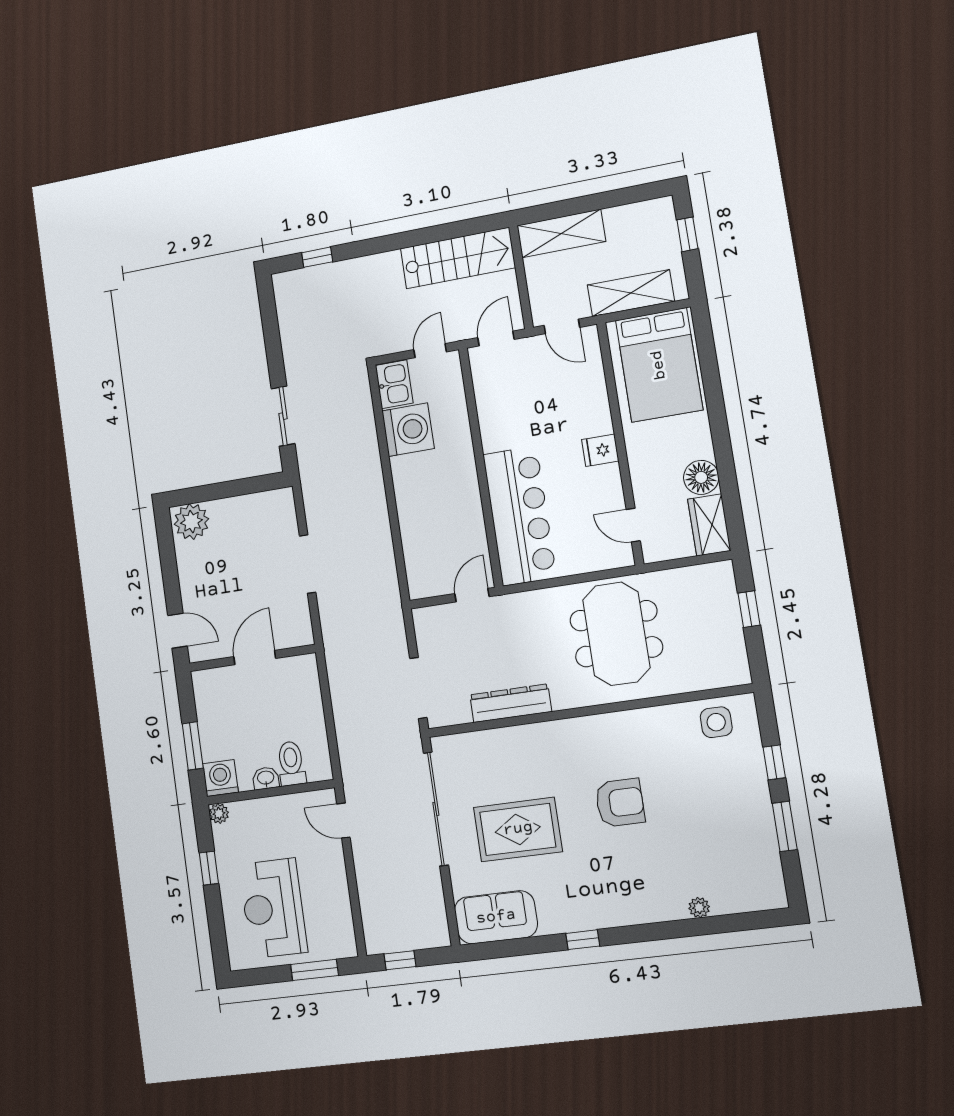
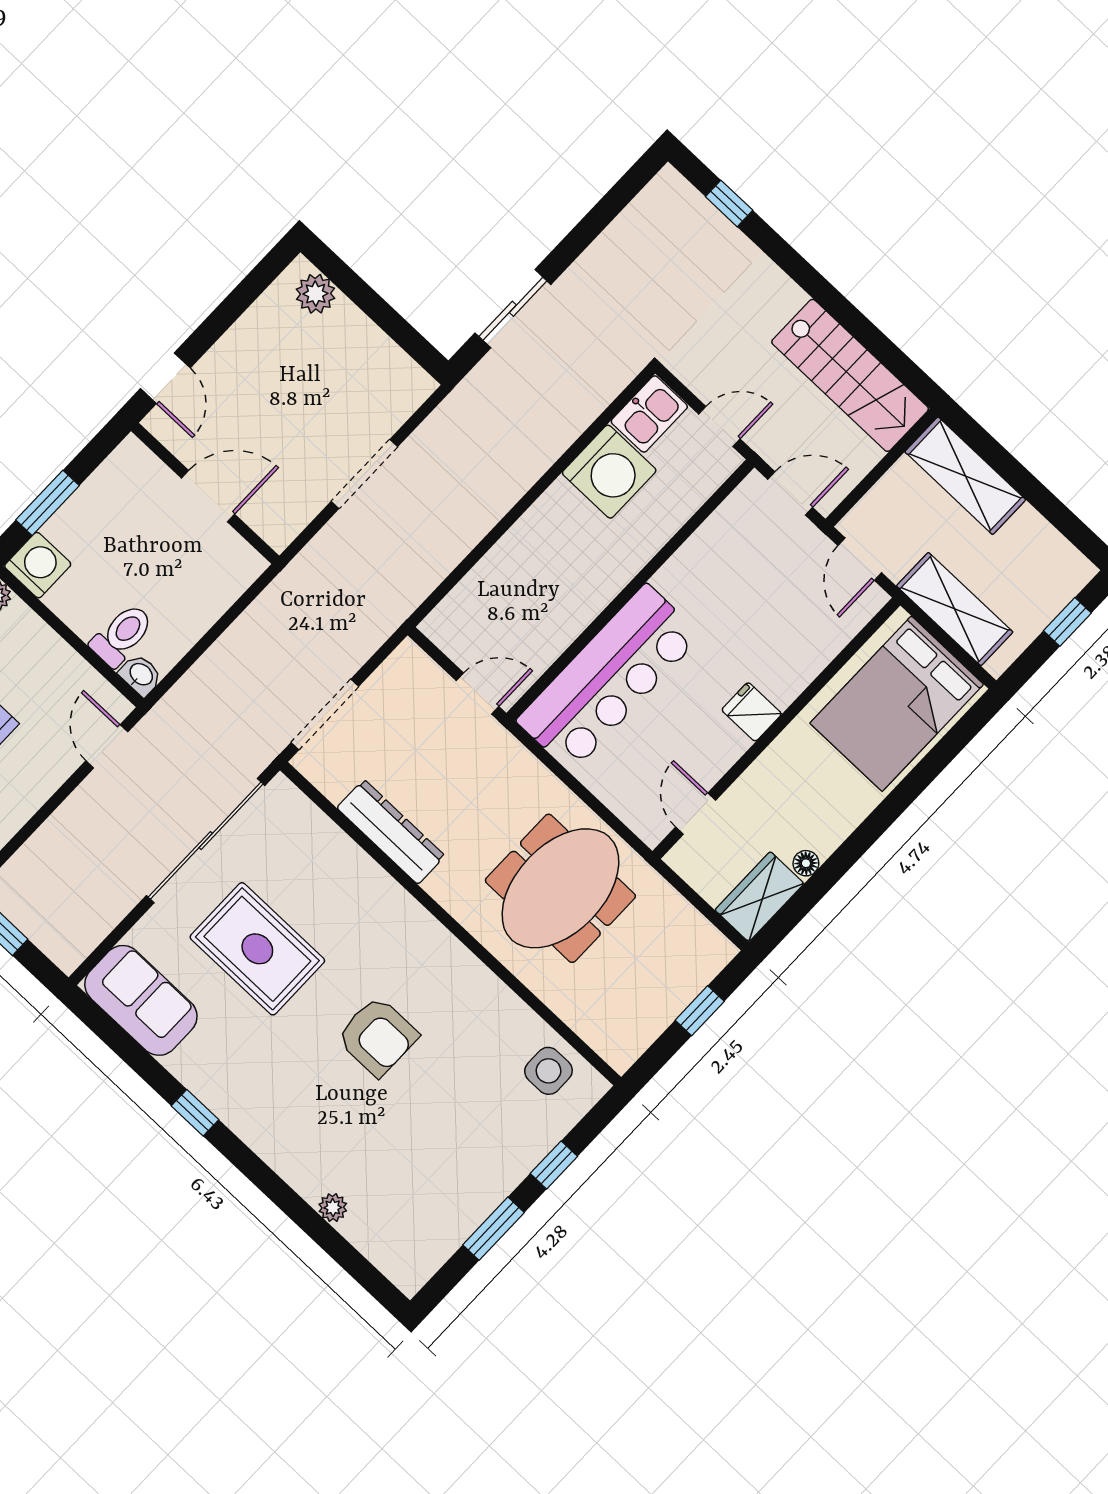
floor lamp: (701, 477) -> (806, 863), width x0.53, depth x0.53
plant: (191, 522) -> (316, 294), width x0.73, depth x0.73
washbasin: (266, 778) -> (141, 675), moved

